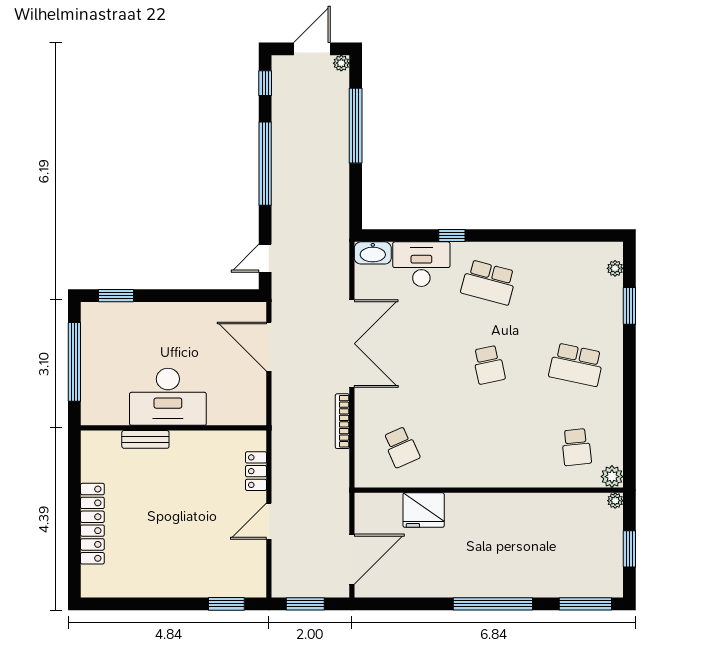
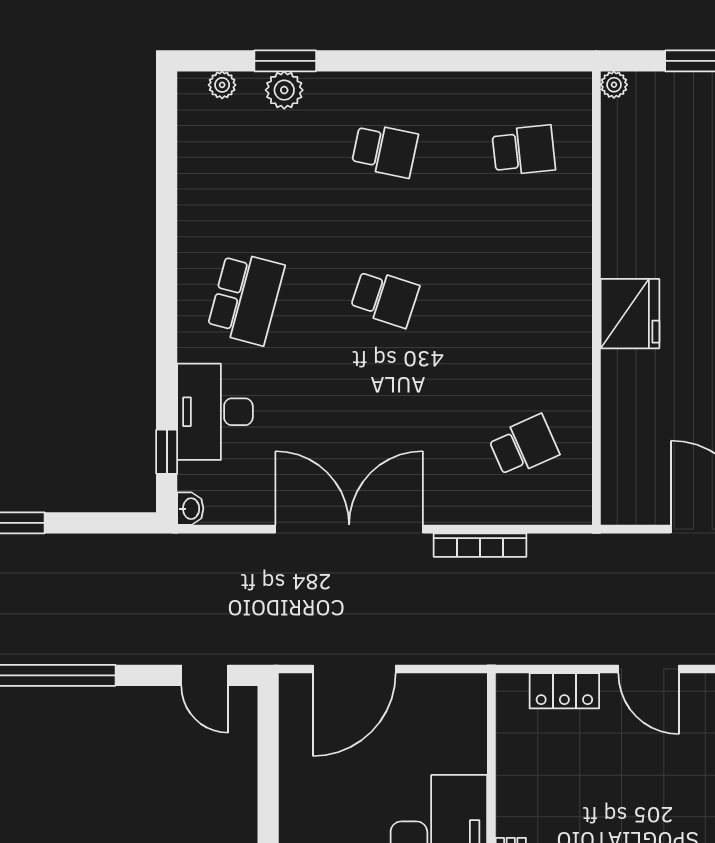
window: (452, 236) -> (167, 452), moved
washbasin: (373, 253) -> (190, 509), width x0.52, depth x0.69
school desk: (489, 365) -> (385, 298), turned 30
school desk: (576, 365) -> (385, 150), width x0.54
plant: (612, 477) -> (284, 90), moved
fridge: (424, 510) -> (630, 314), moved

